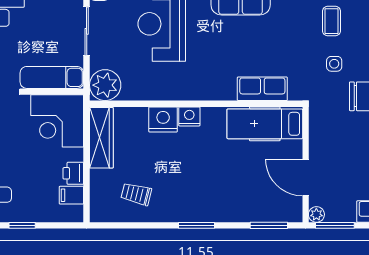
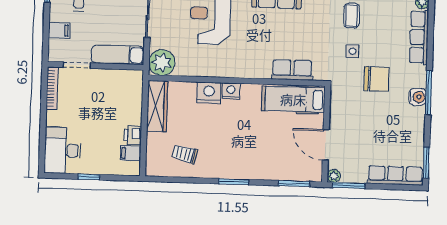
corner desk: (57, 121) -> (121, 91), removed

